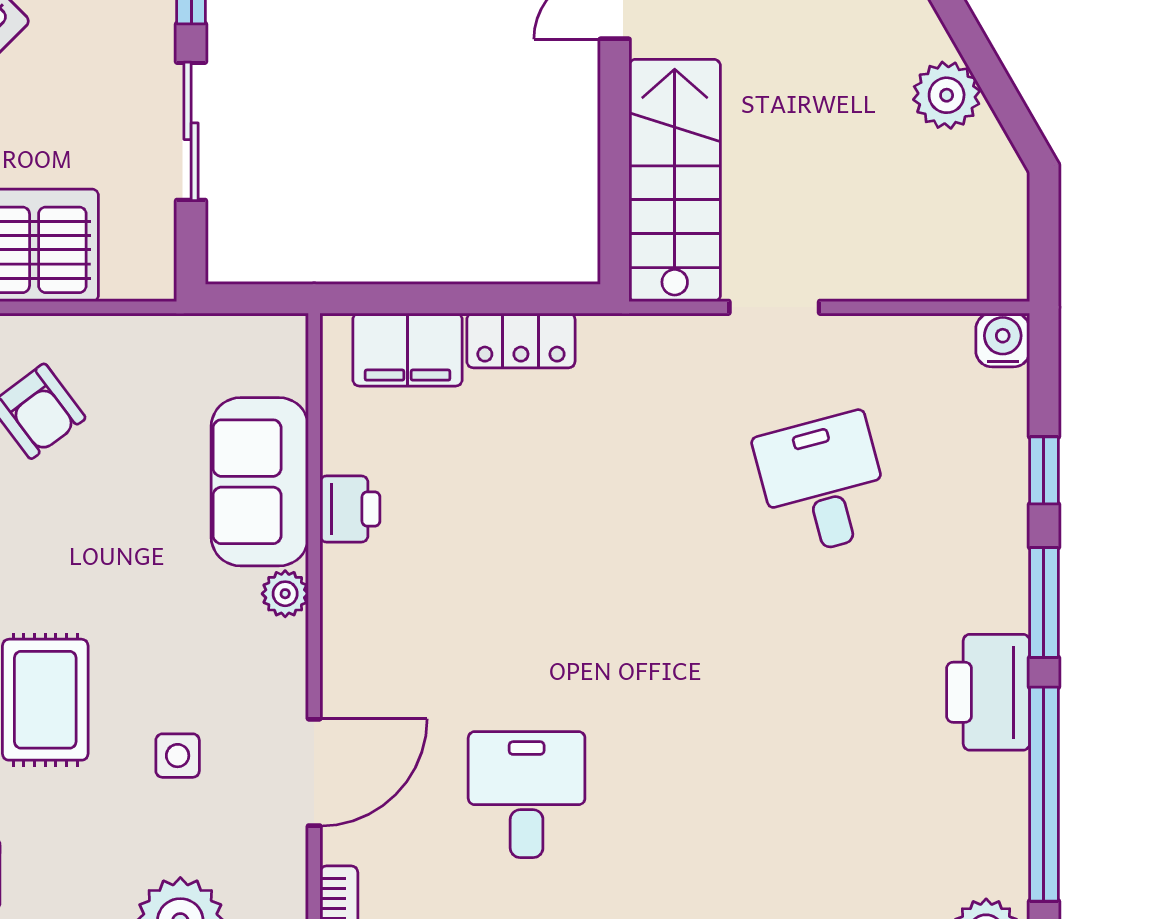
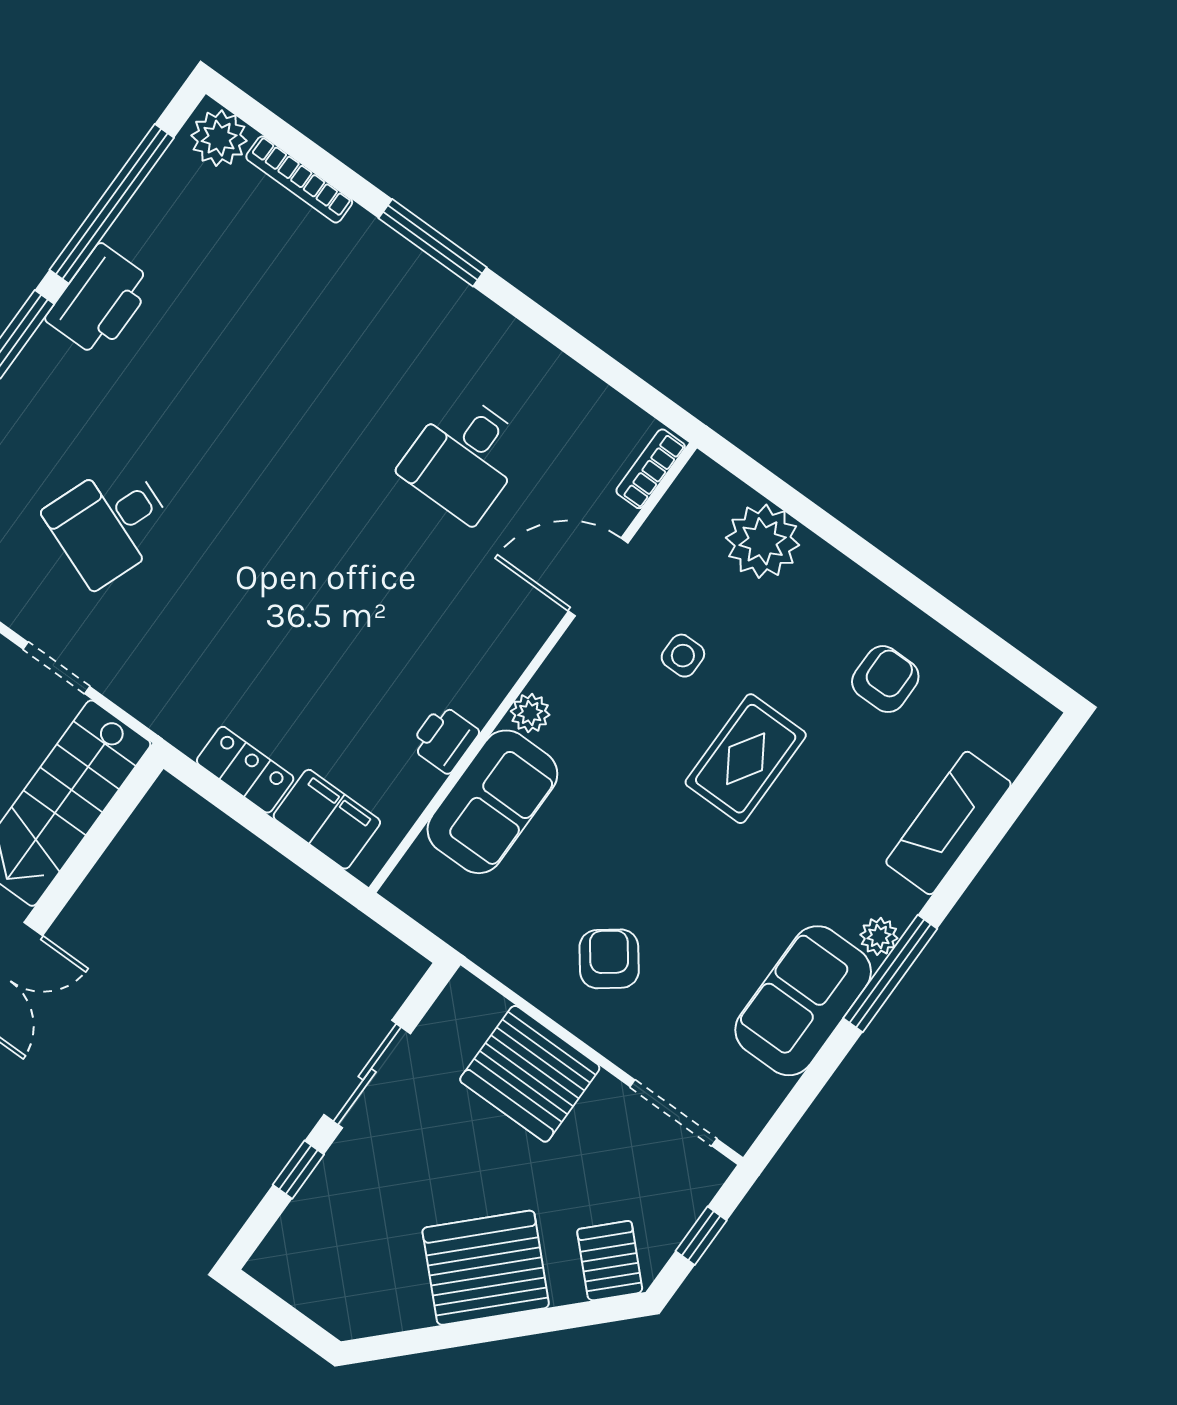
desk: (823, 484) -> (110, 523), turned 36

